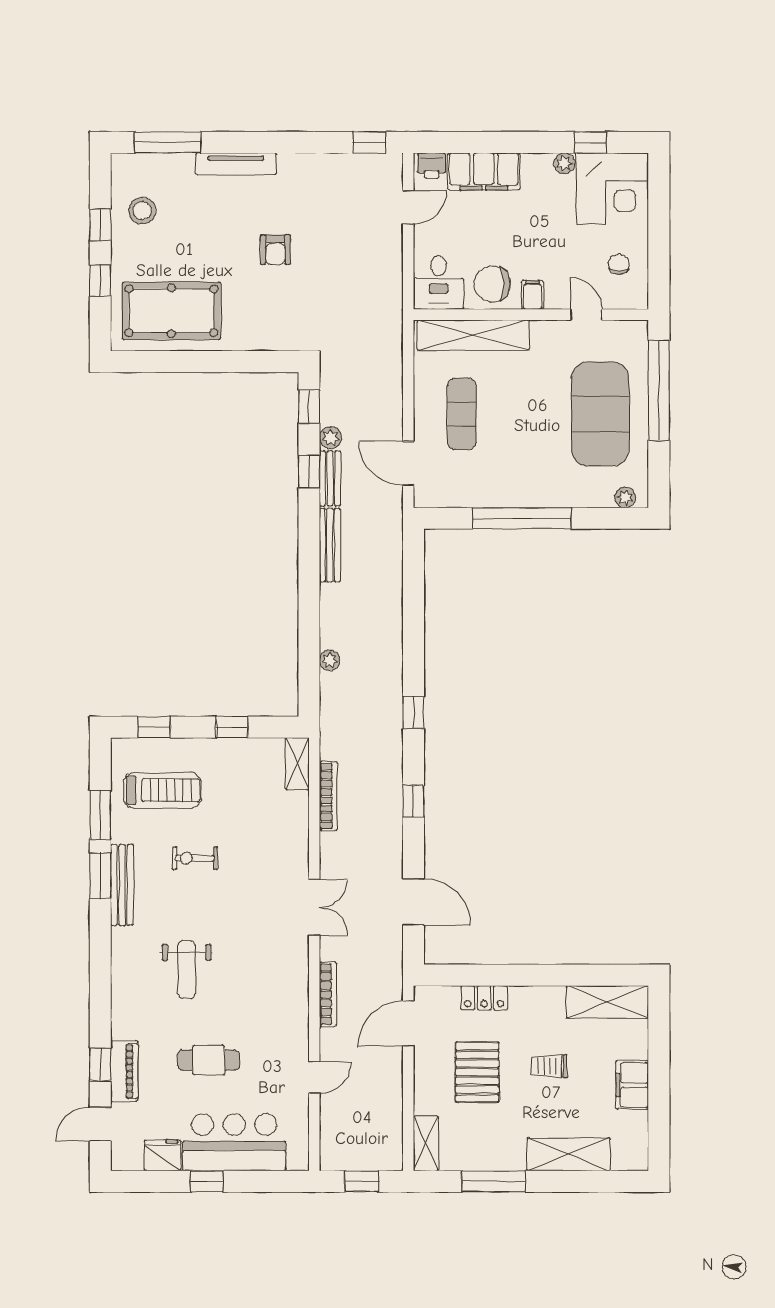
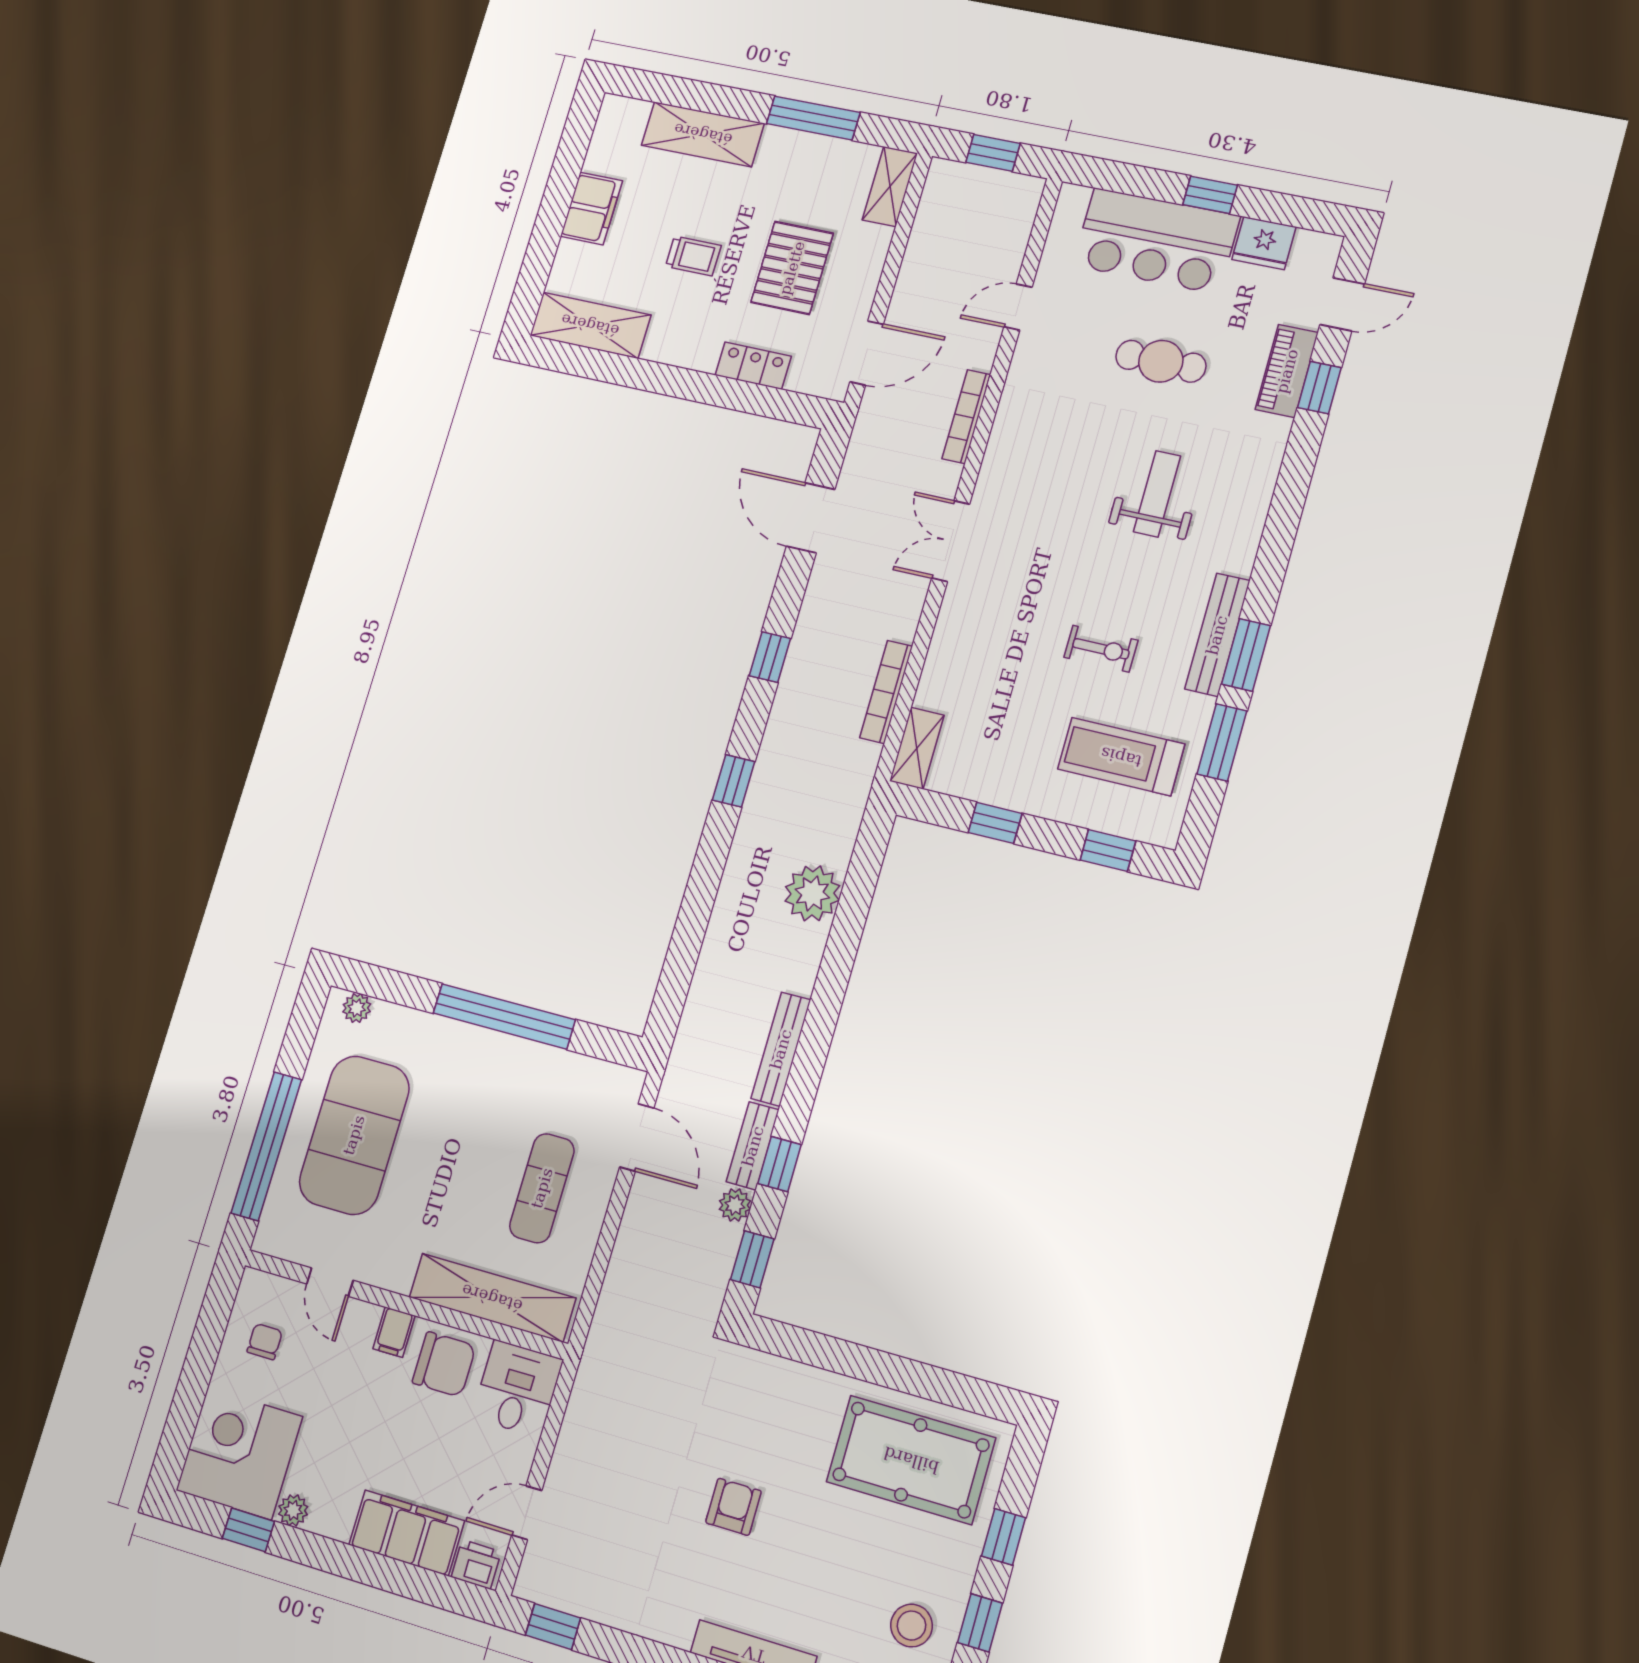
chair: (619, 264) -> (265, 1342), turned 180
plant: (330, 660) -> (812, 893), width x1.87, depth x1.87

